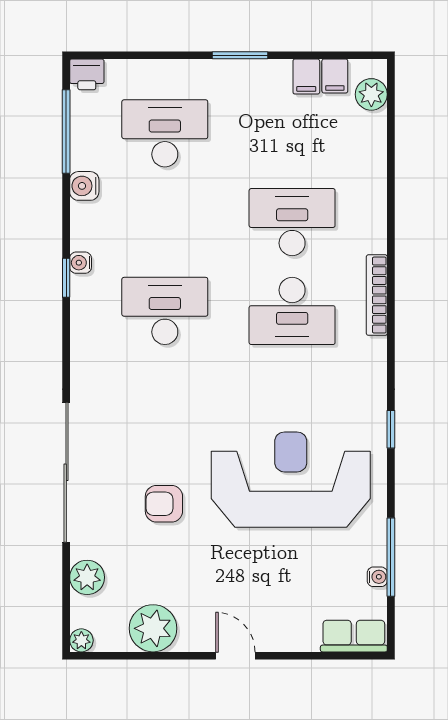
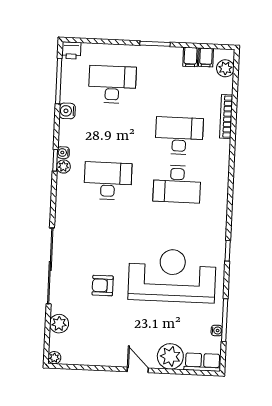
plant: (82, 288) -> (63, 167), added
bookcase: (377, 295) -> (226, 117), moved
plant: (153, 628) -> (170, 356), moved

